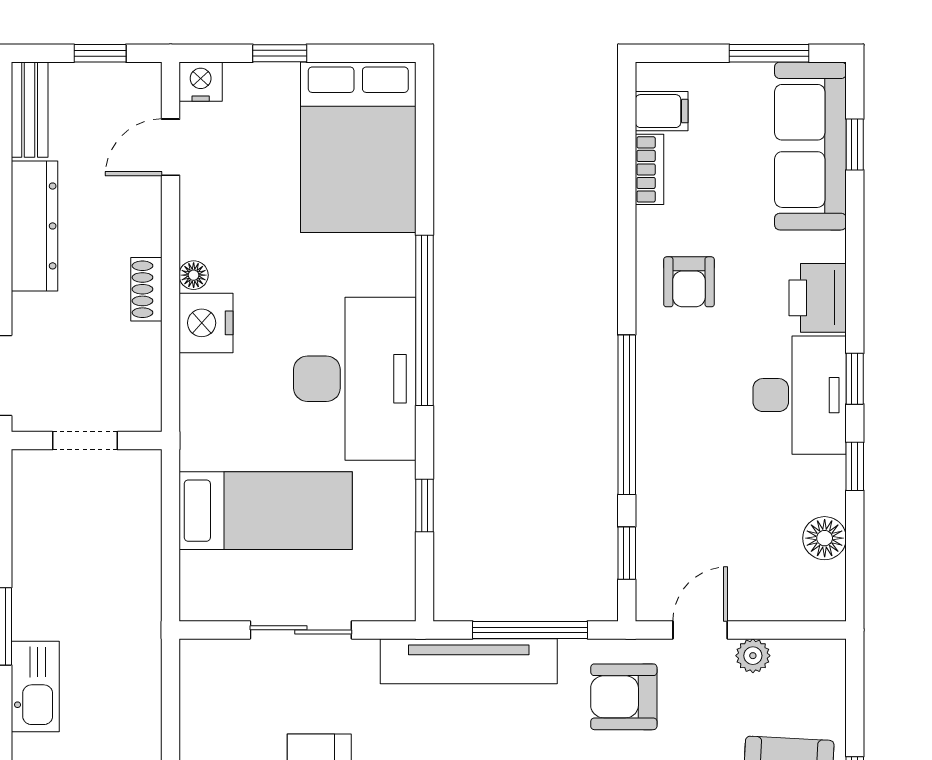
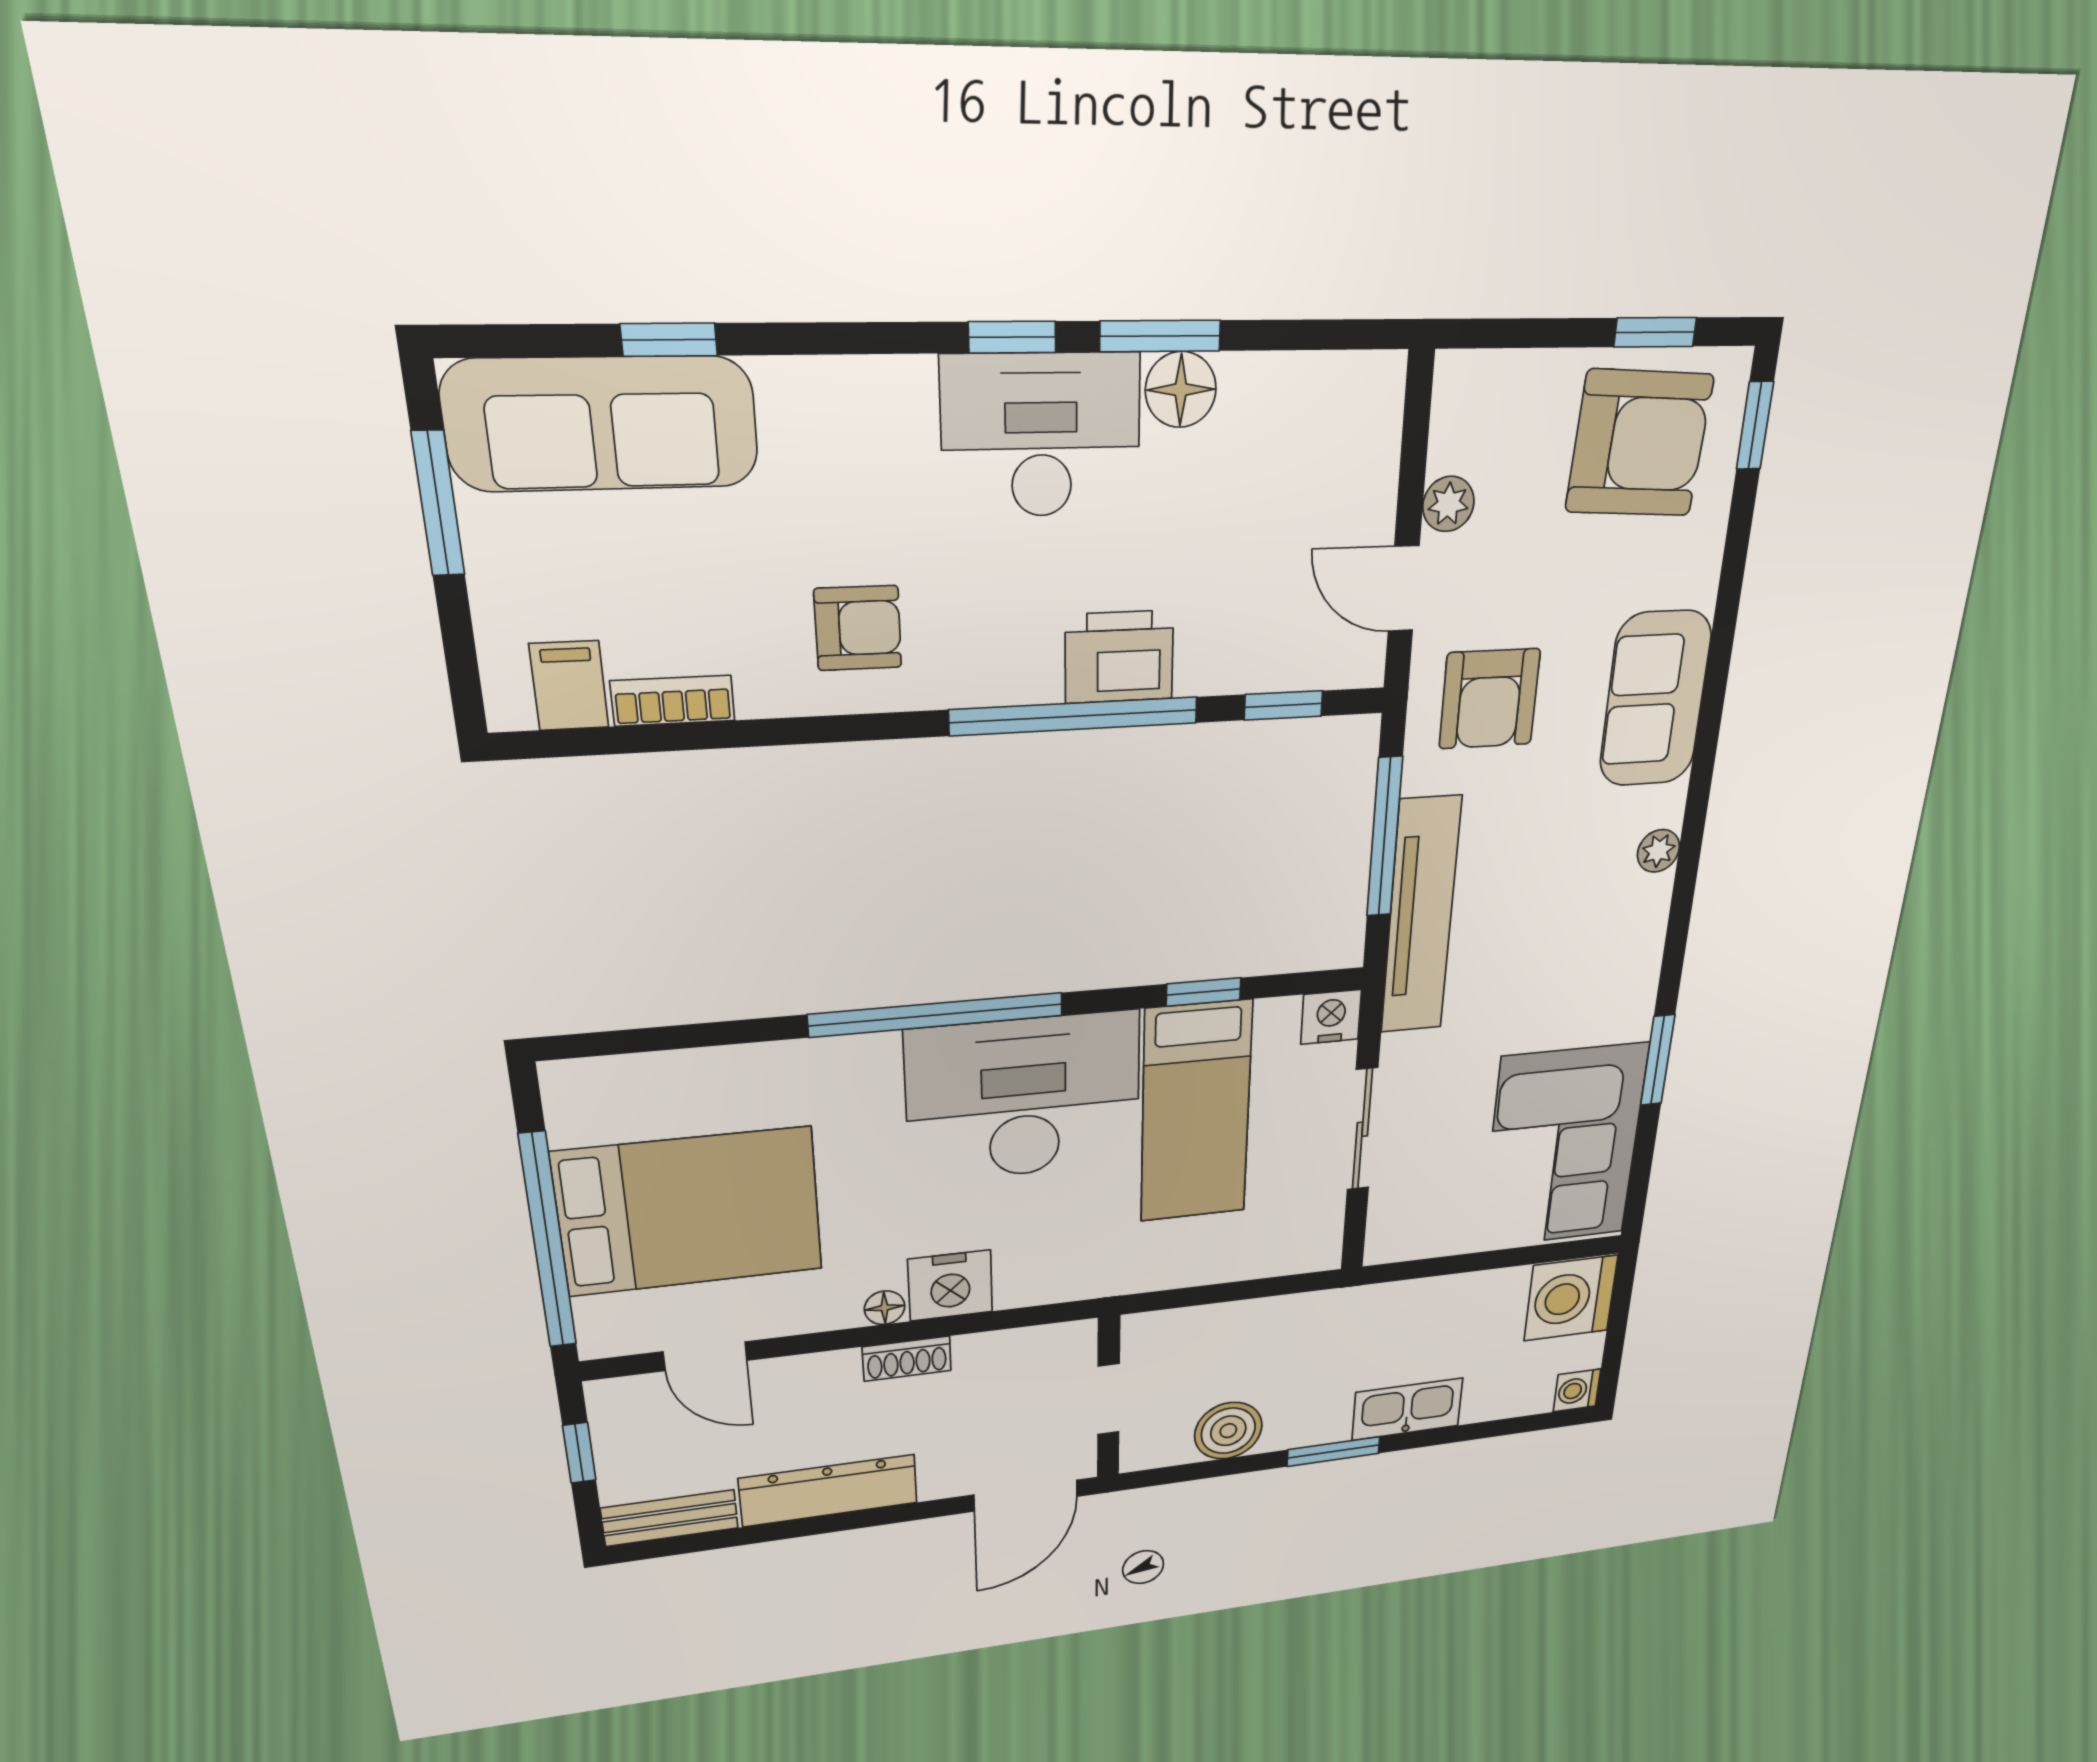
window: (280, 53) -> (548, 1242), width x3.17
nightstand: (201, 82) -> (1331, 1017), moved, turned 90
window: (855, 144) -> (669, 340), moved
bed: (358, 147) -> (690, 1212), moved
printer: (818, 298) -> (1119, 657), moved, turned 180
window: (855, 466) -> (1160, 336), width x1.50
bed: (266, 511) -> (1196, 1112), moved, turned 180
boiler: (39, 537) -> (1228, 1431), added
floor lamp: (825, 538) -> (1181, 390), moved

